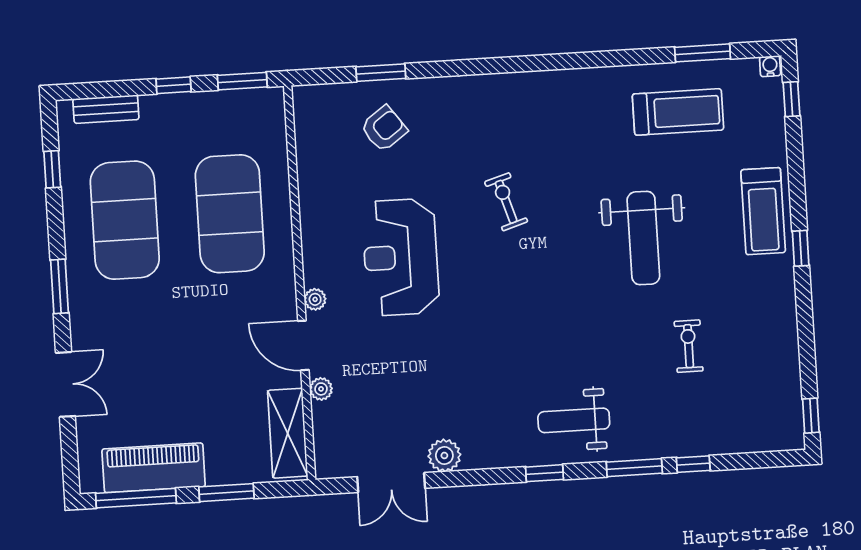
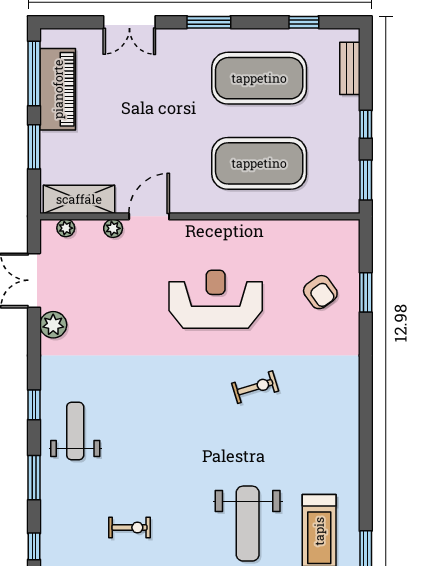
weight bench: (643, 238) -> (248, 524), moved, turned -90
plant: (315, 299) -> (66, 228), moved
window: (693, 464) -> (34, 546), moved

